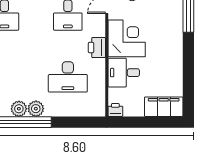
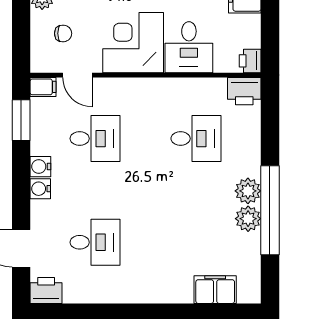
printer: (97, 48) -> (244, 91), moved
desk: (68, 77) -> (196, 139), width x0.73

